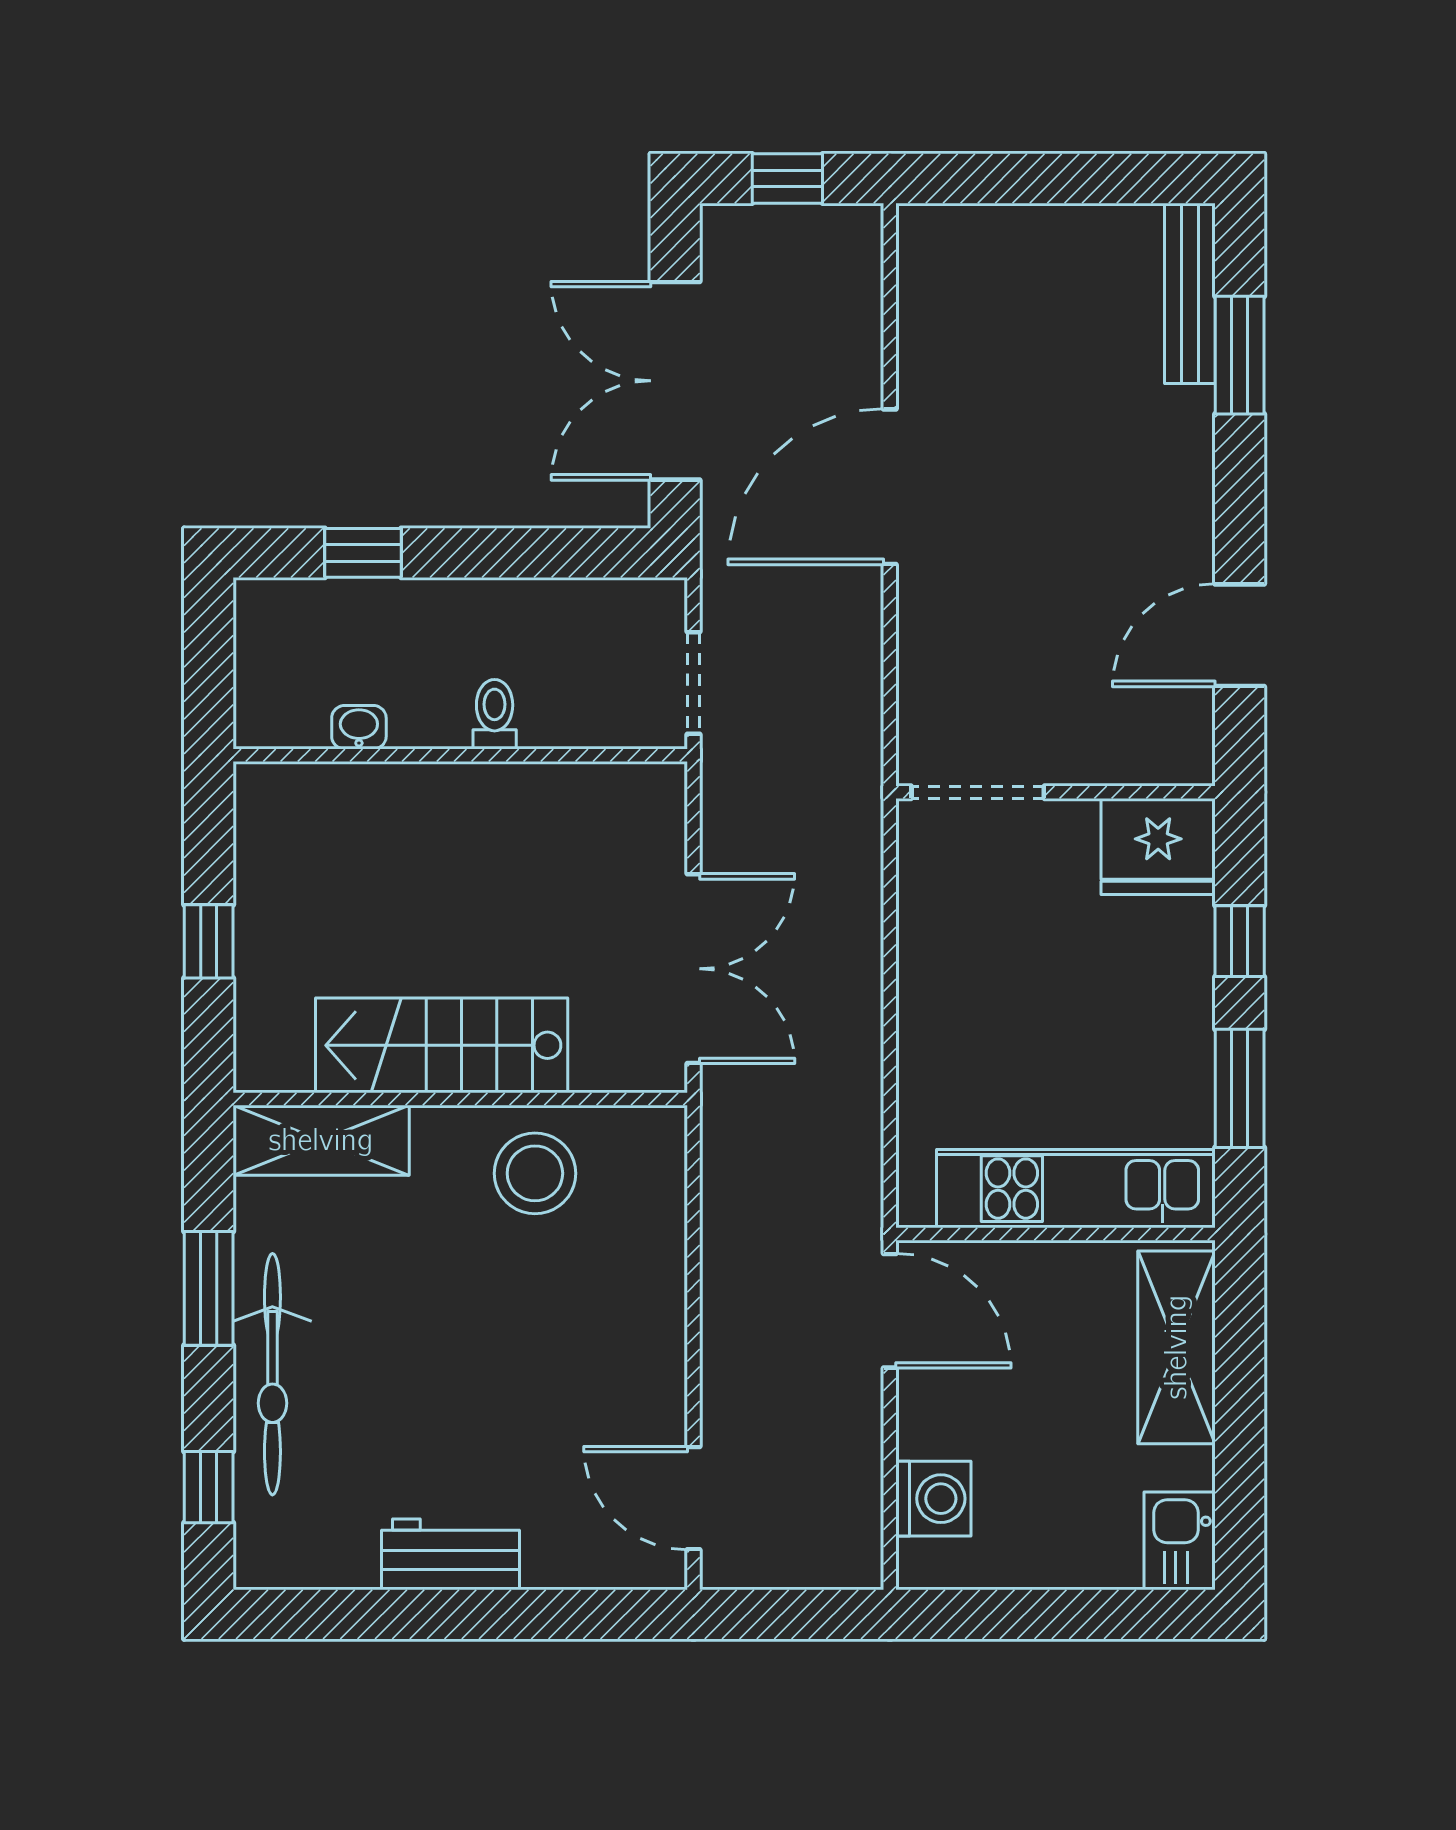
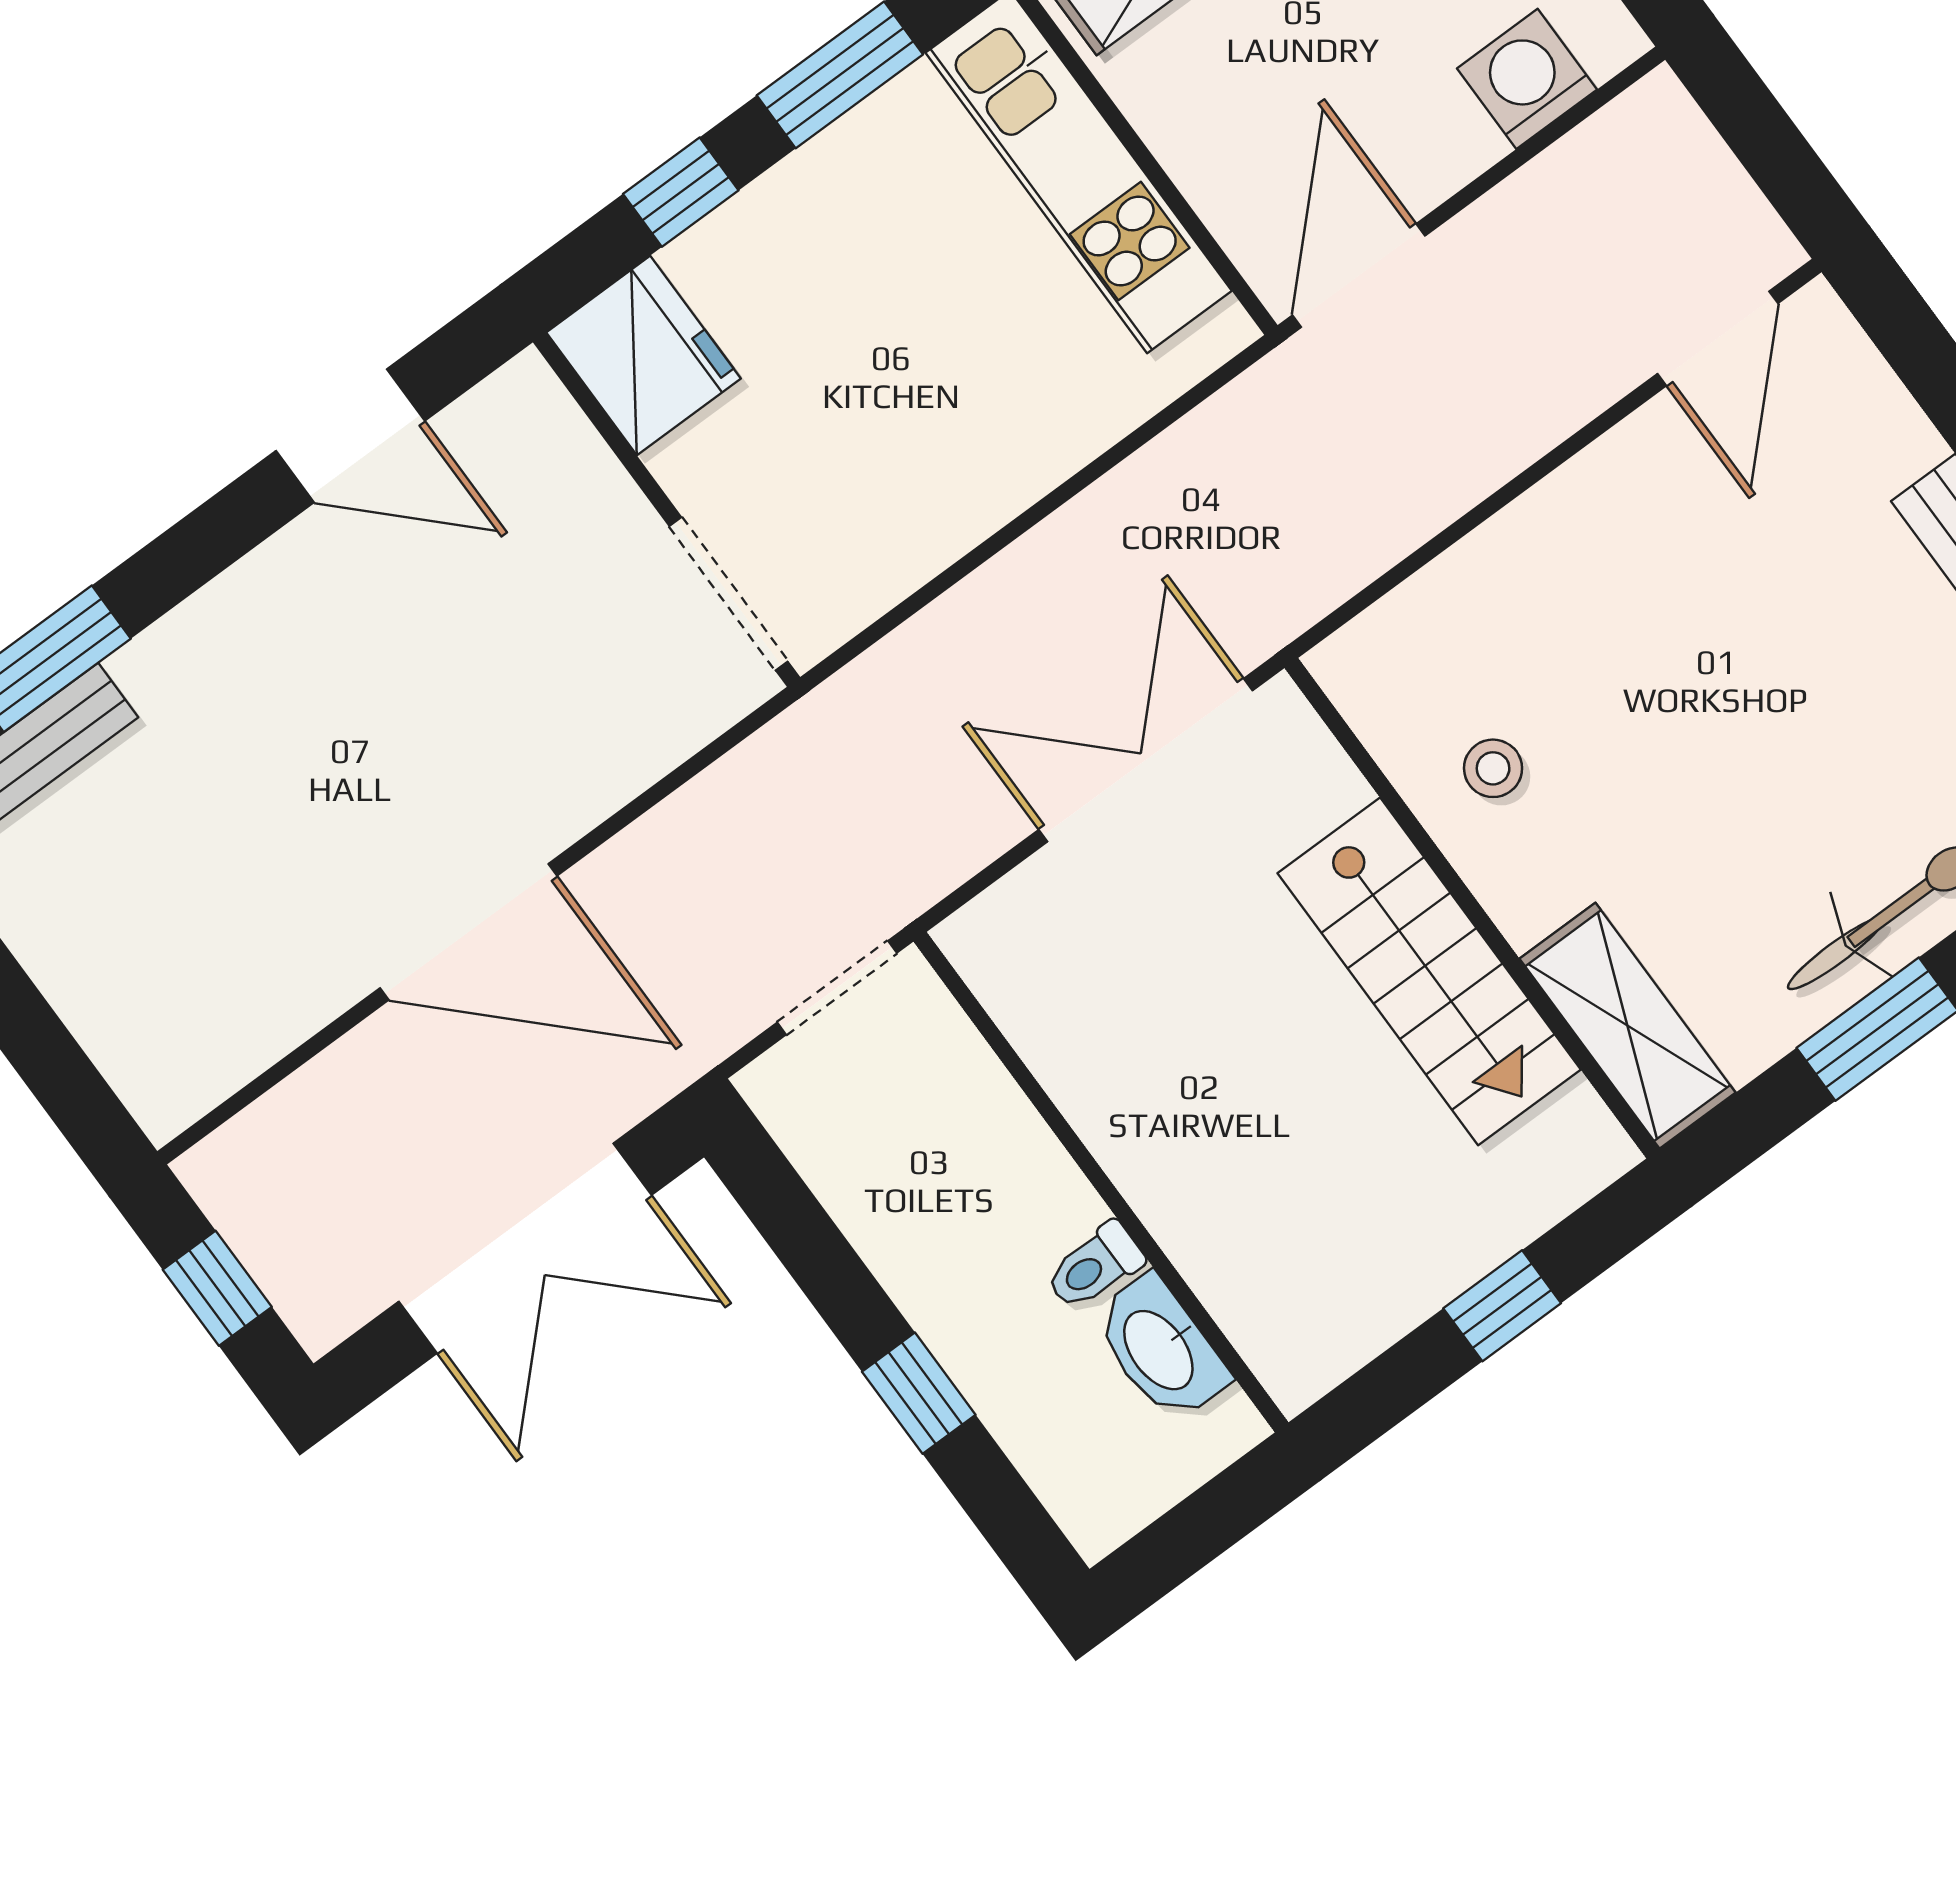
window: (363, 553) -> (919, 1393), moved
toilet: (495, 714) -> (1094, 1266), moved
washbasin: (359, 727) -> (1160, 1349), width x1.91, depth x1.45
stool: (535, 1173) -> (1493, 768), width x0.53, depth x0.53

